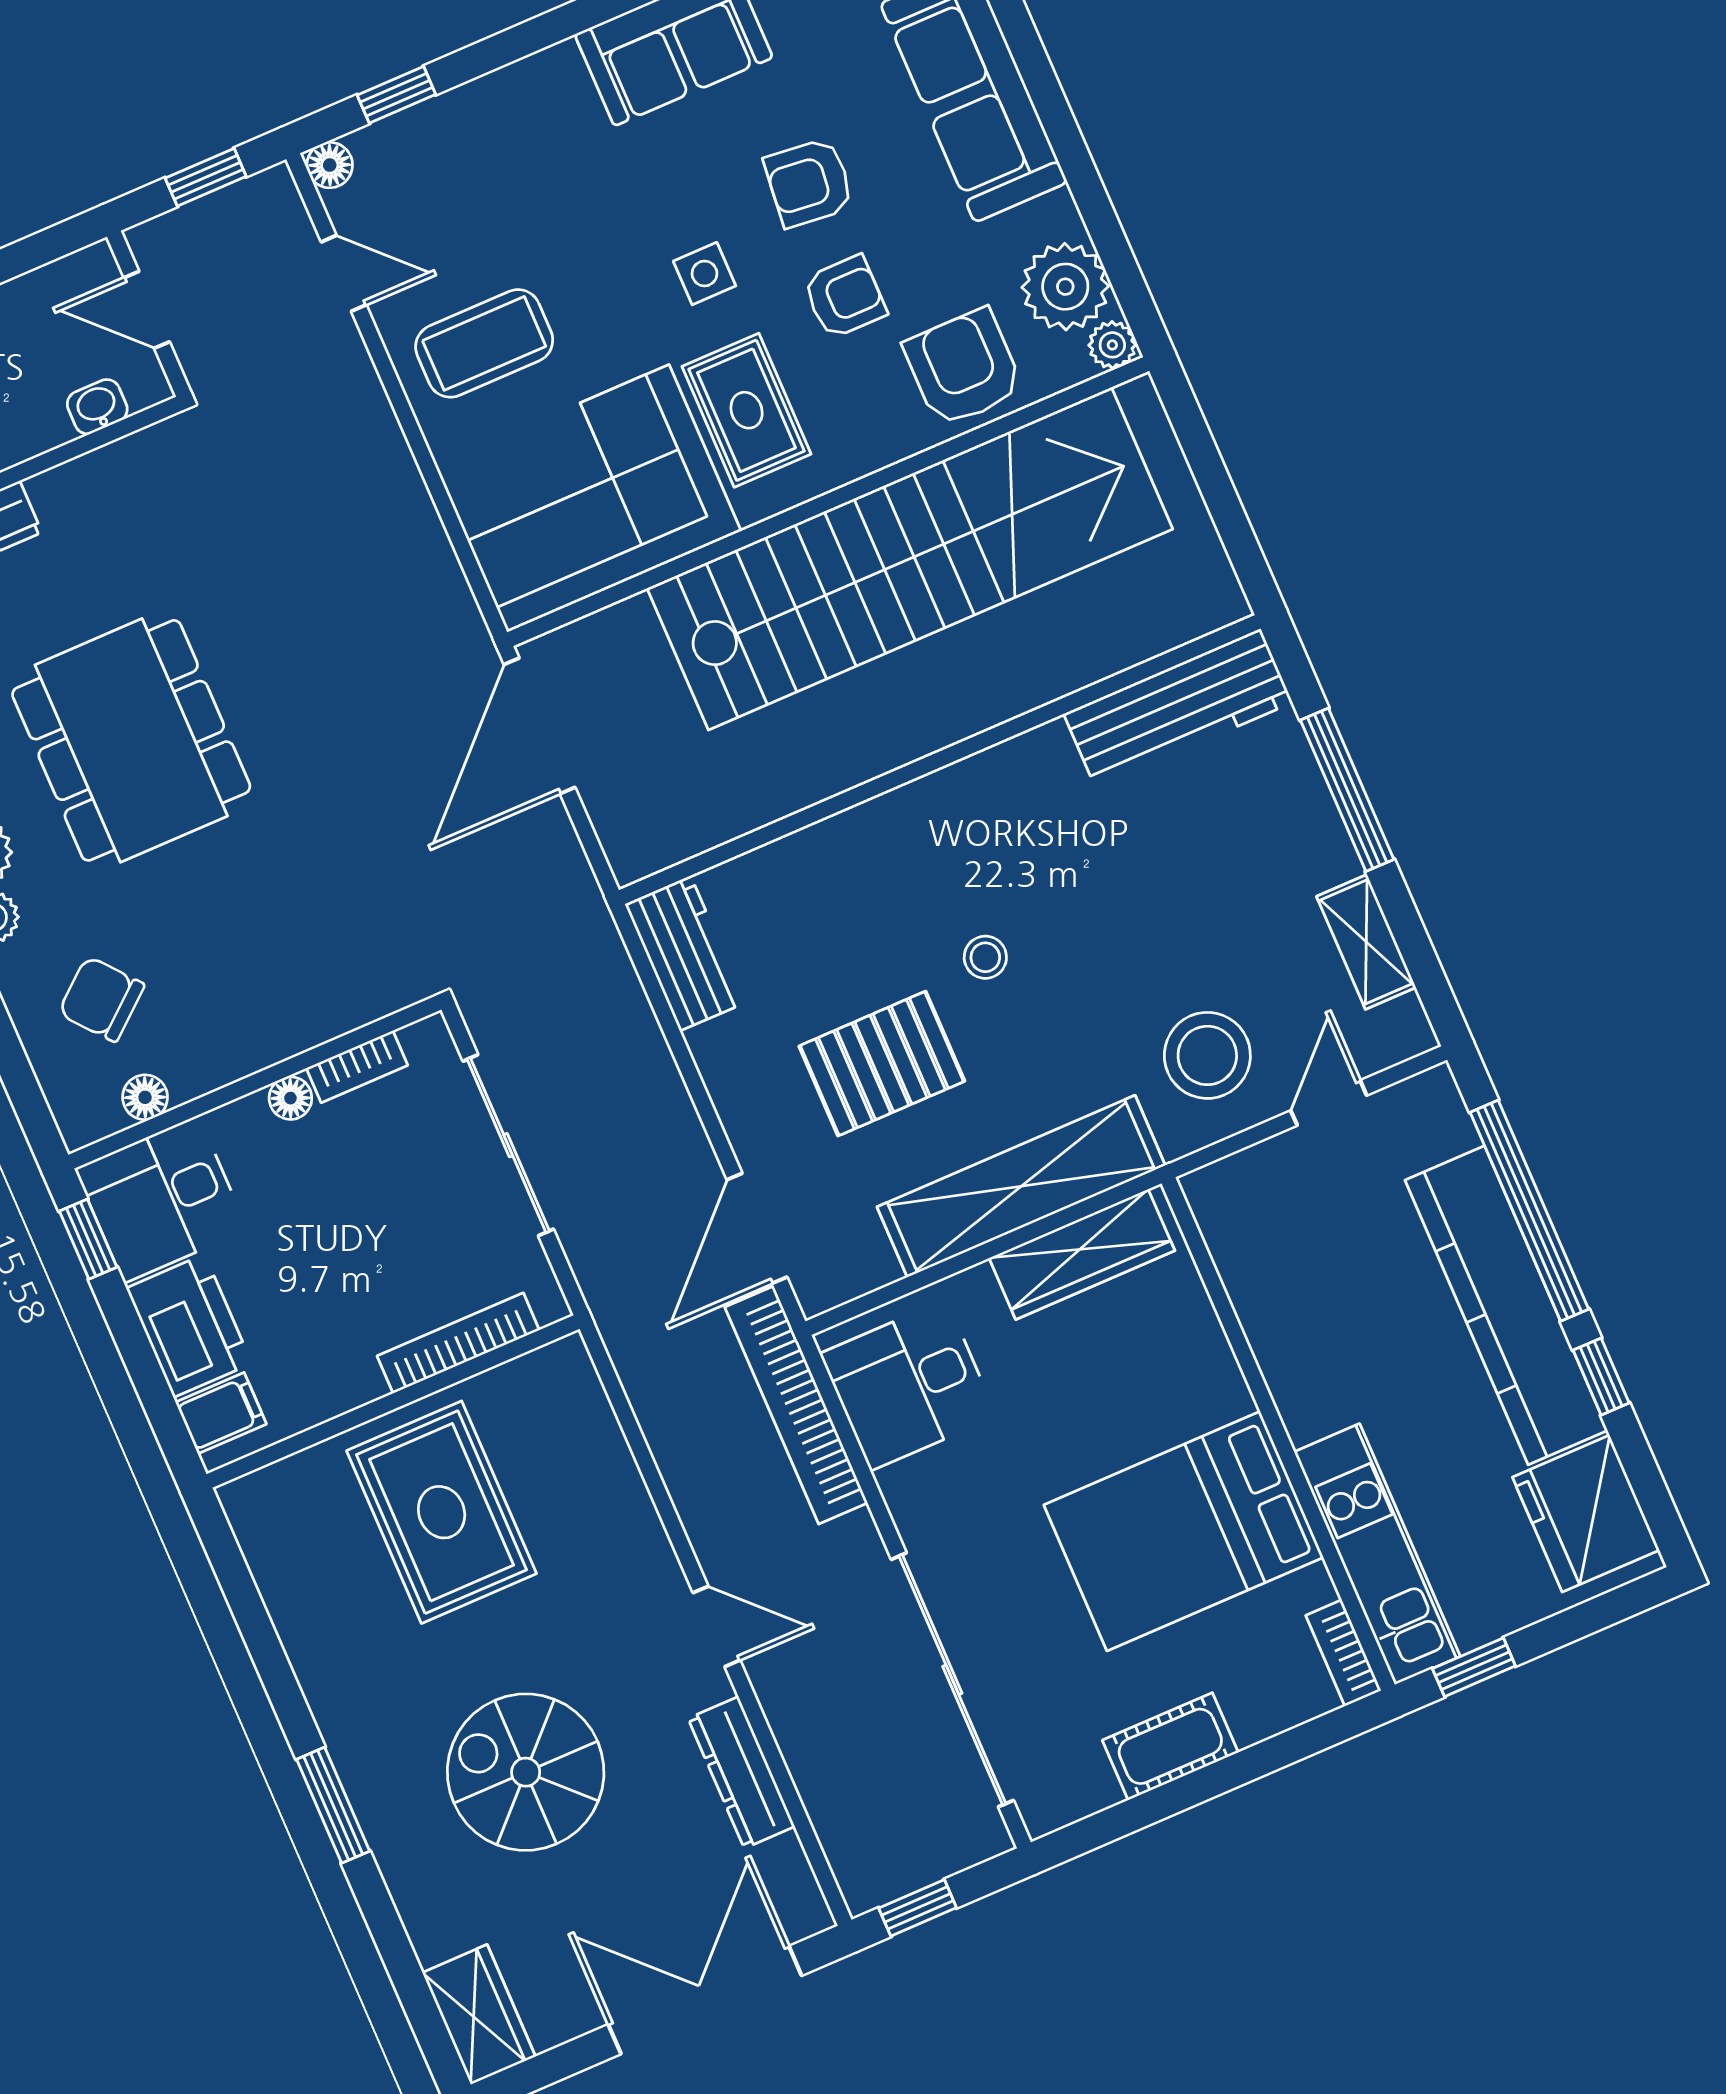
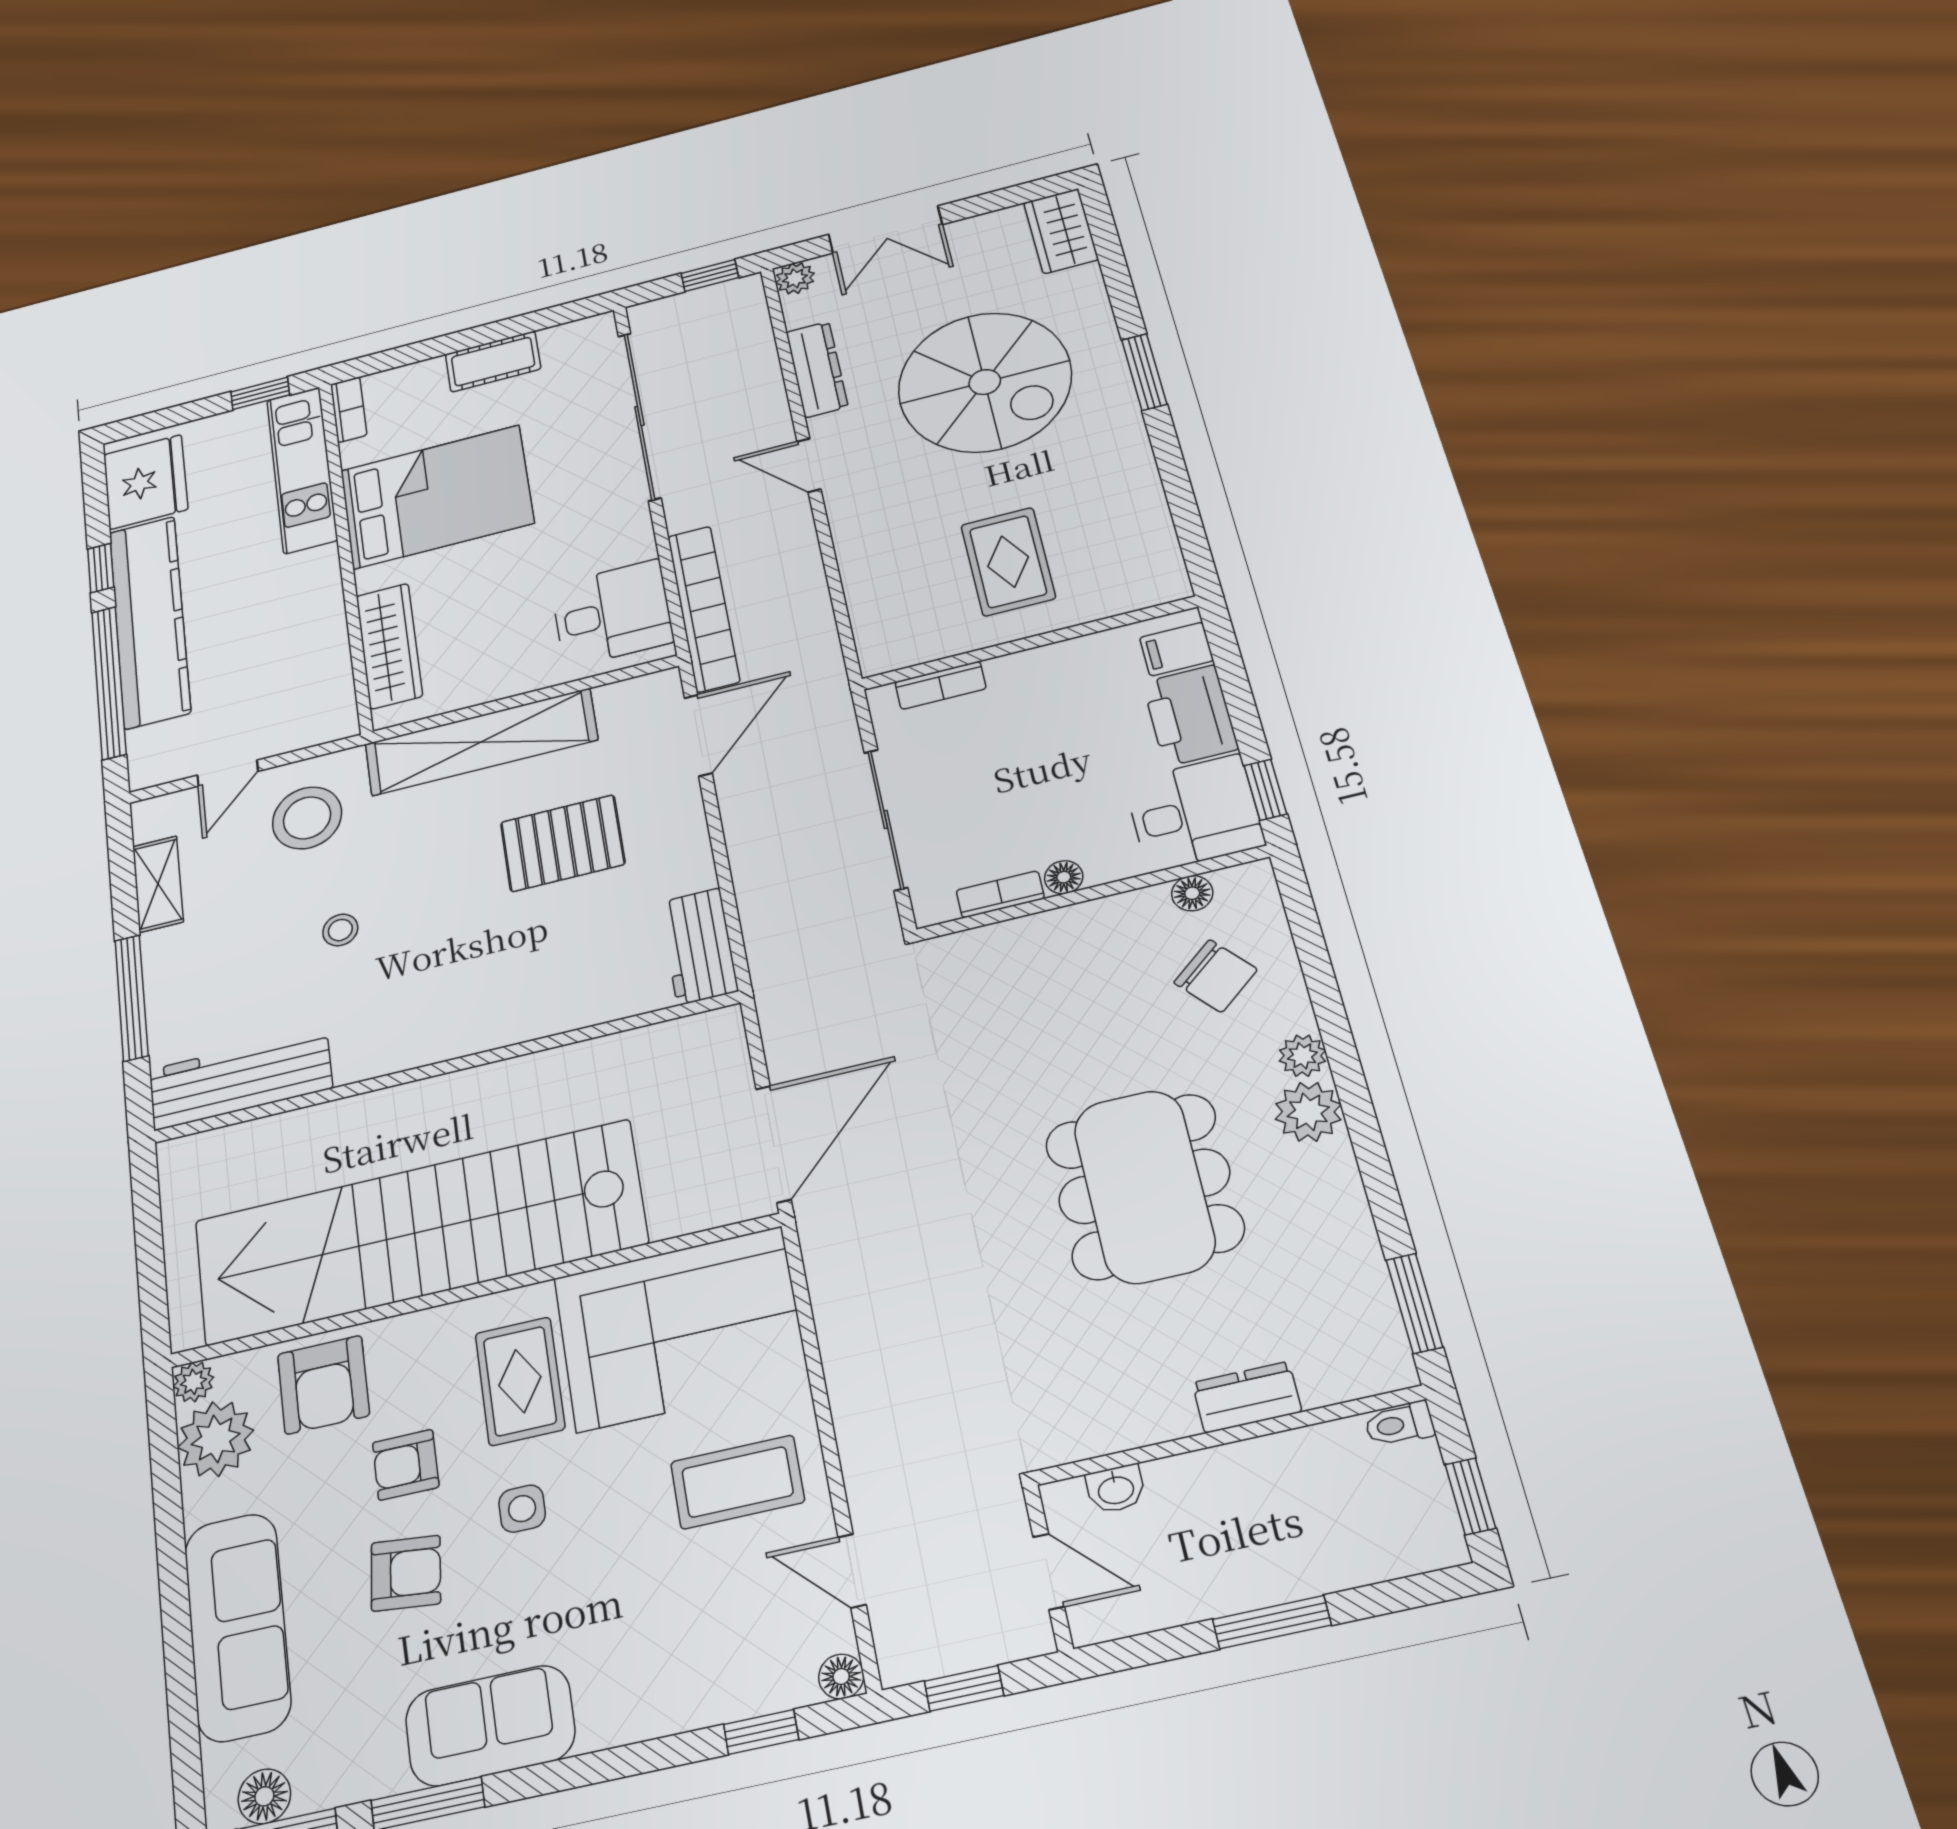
stool: (985, 957) -> (340, 930), moved
wardrobe: (1082, 1254) -> (389, 646), moved, turned 90
bookcase: (458, 1343) -> (941, 685), width x0.64
rug: (442, 1512) -> (1008, 562), width x0.73, depth x0.70
spiral stairs: (526, 1772) -> (985, 382), width x1.37, depth x1.37
plant: (804, 1912) -> (795, 278), added
double door: (705, 2000) -> (885, 229), width x0.73

